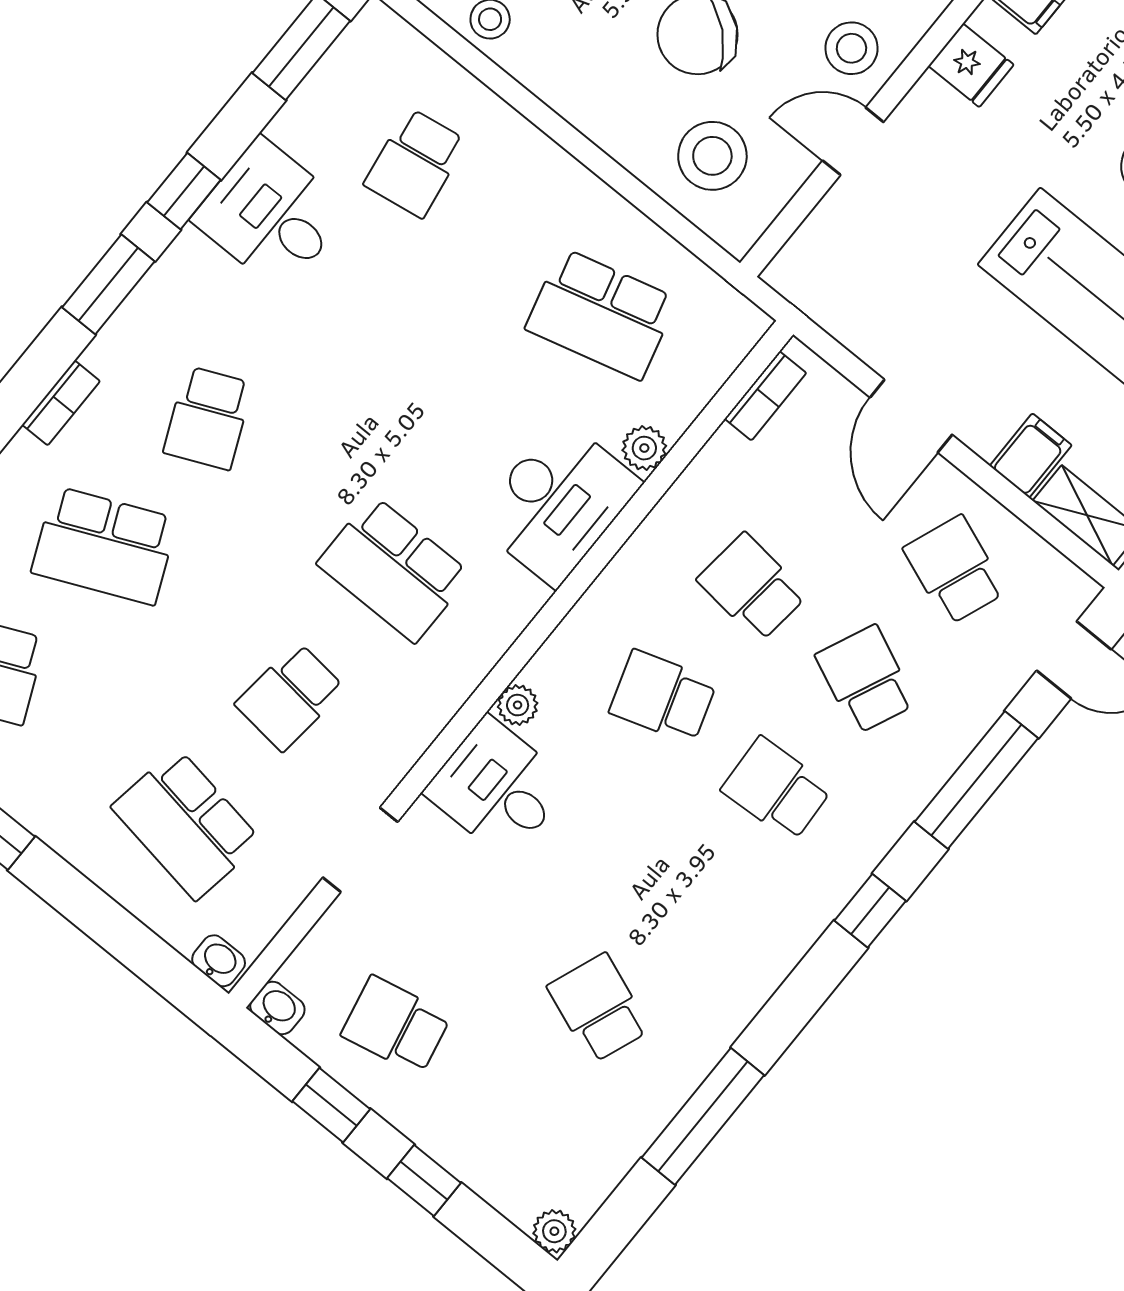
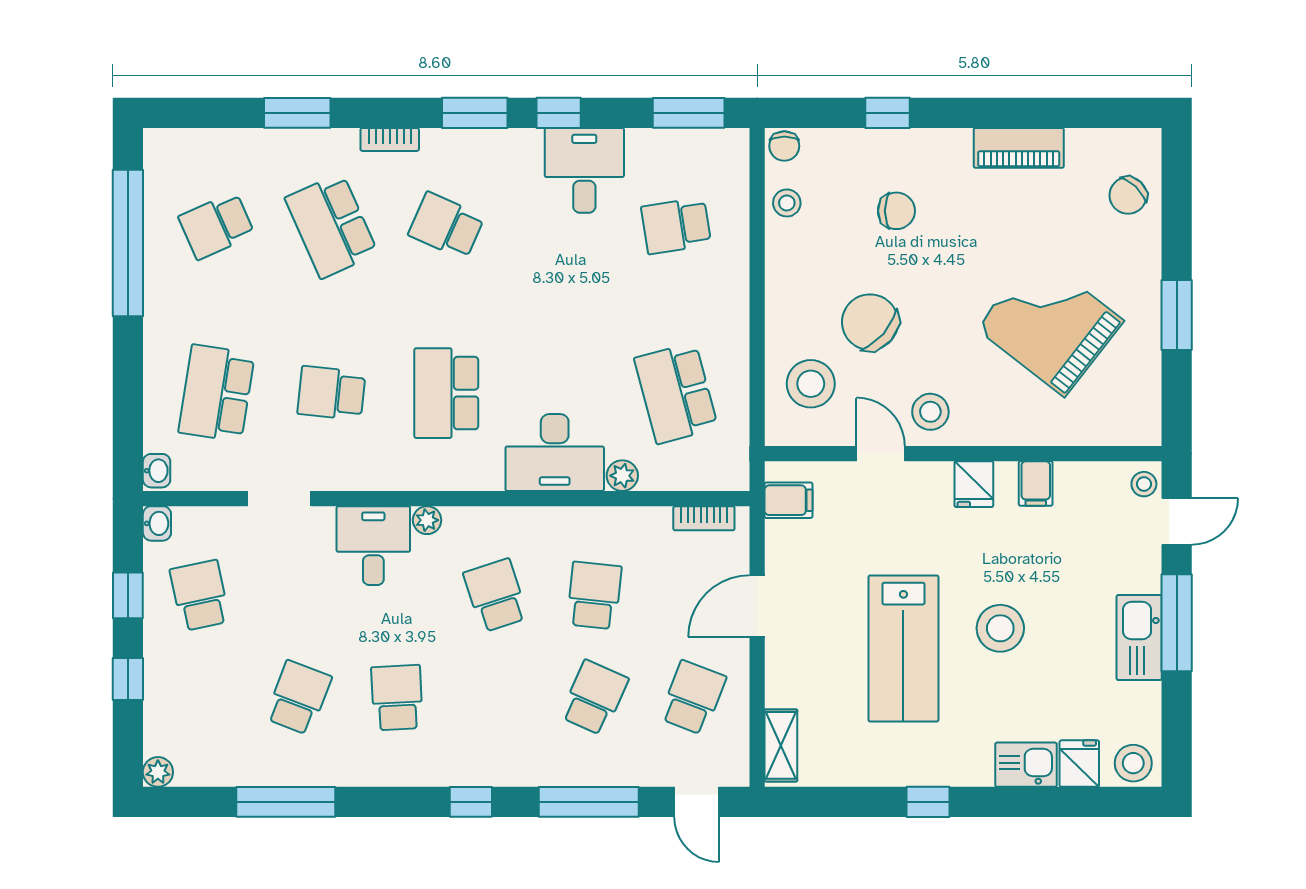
school desk: (208, 418) -> (446, 226), turned 48
filing cabinet: (1031, 456) -> (788, 500), moved
school desk: (777, 789) -> (397, 698), moved

